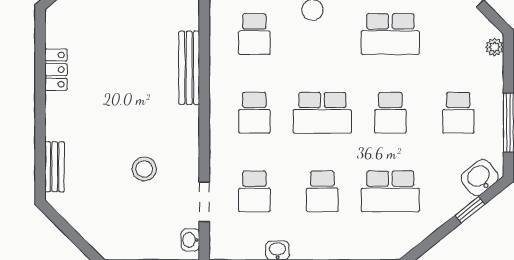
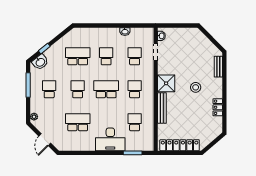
shower: (179, 127) -> (166, 83), added
stool: (144, 169) -> (196, 87), moved

